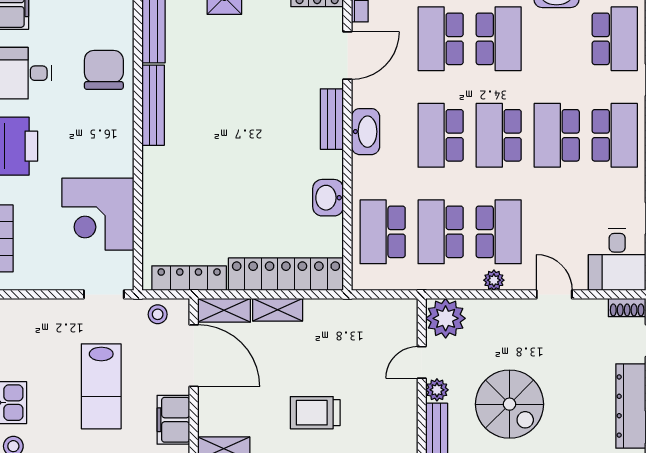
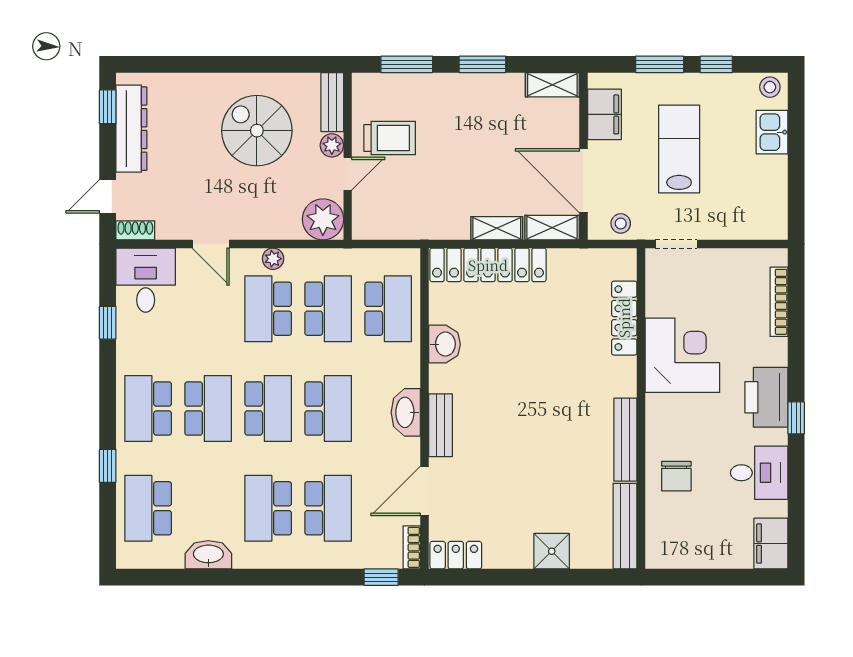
chair: (104, 70) -> (676, 476), width x0.73, depth x0.73
corner desk: (98, 214) -> (682, 355), moved
locker: (189, 278) -> (624, 318), moved, turned 90
trolley: (315, 413) -> (390, 138), moved

